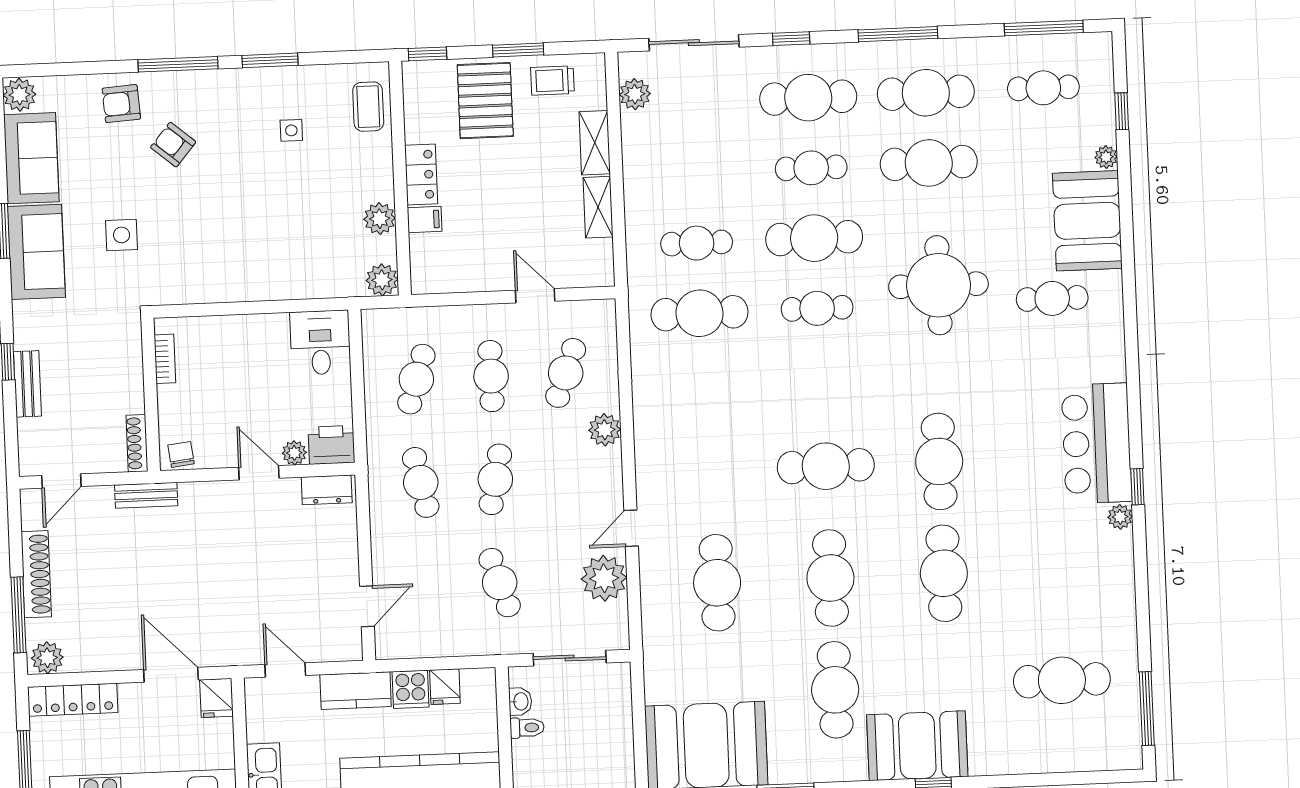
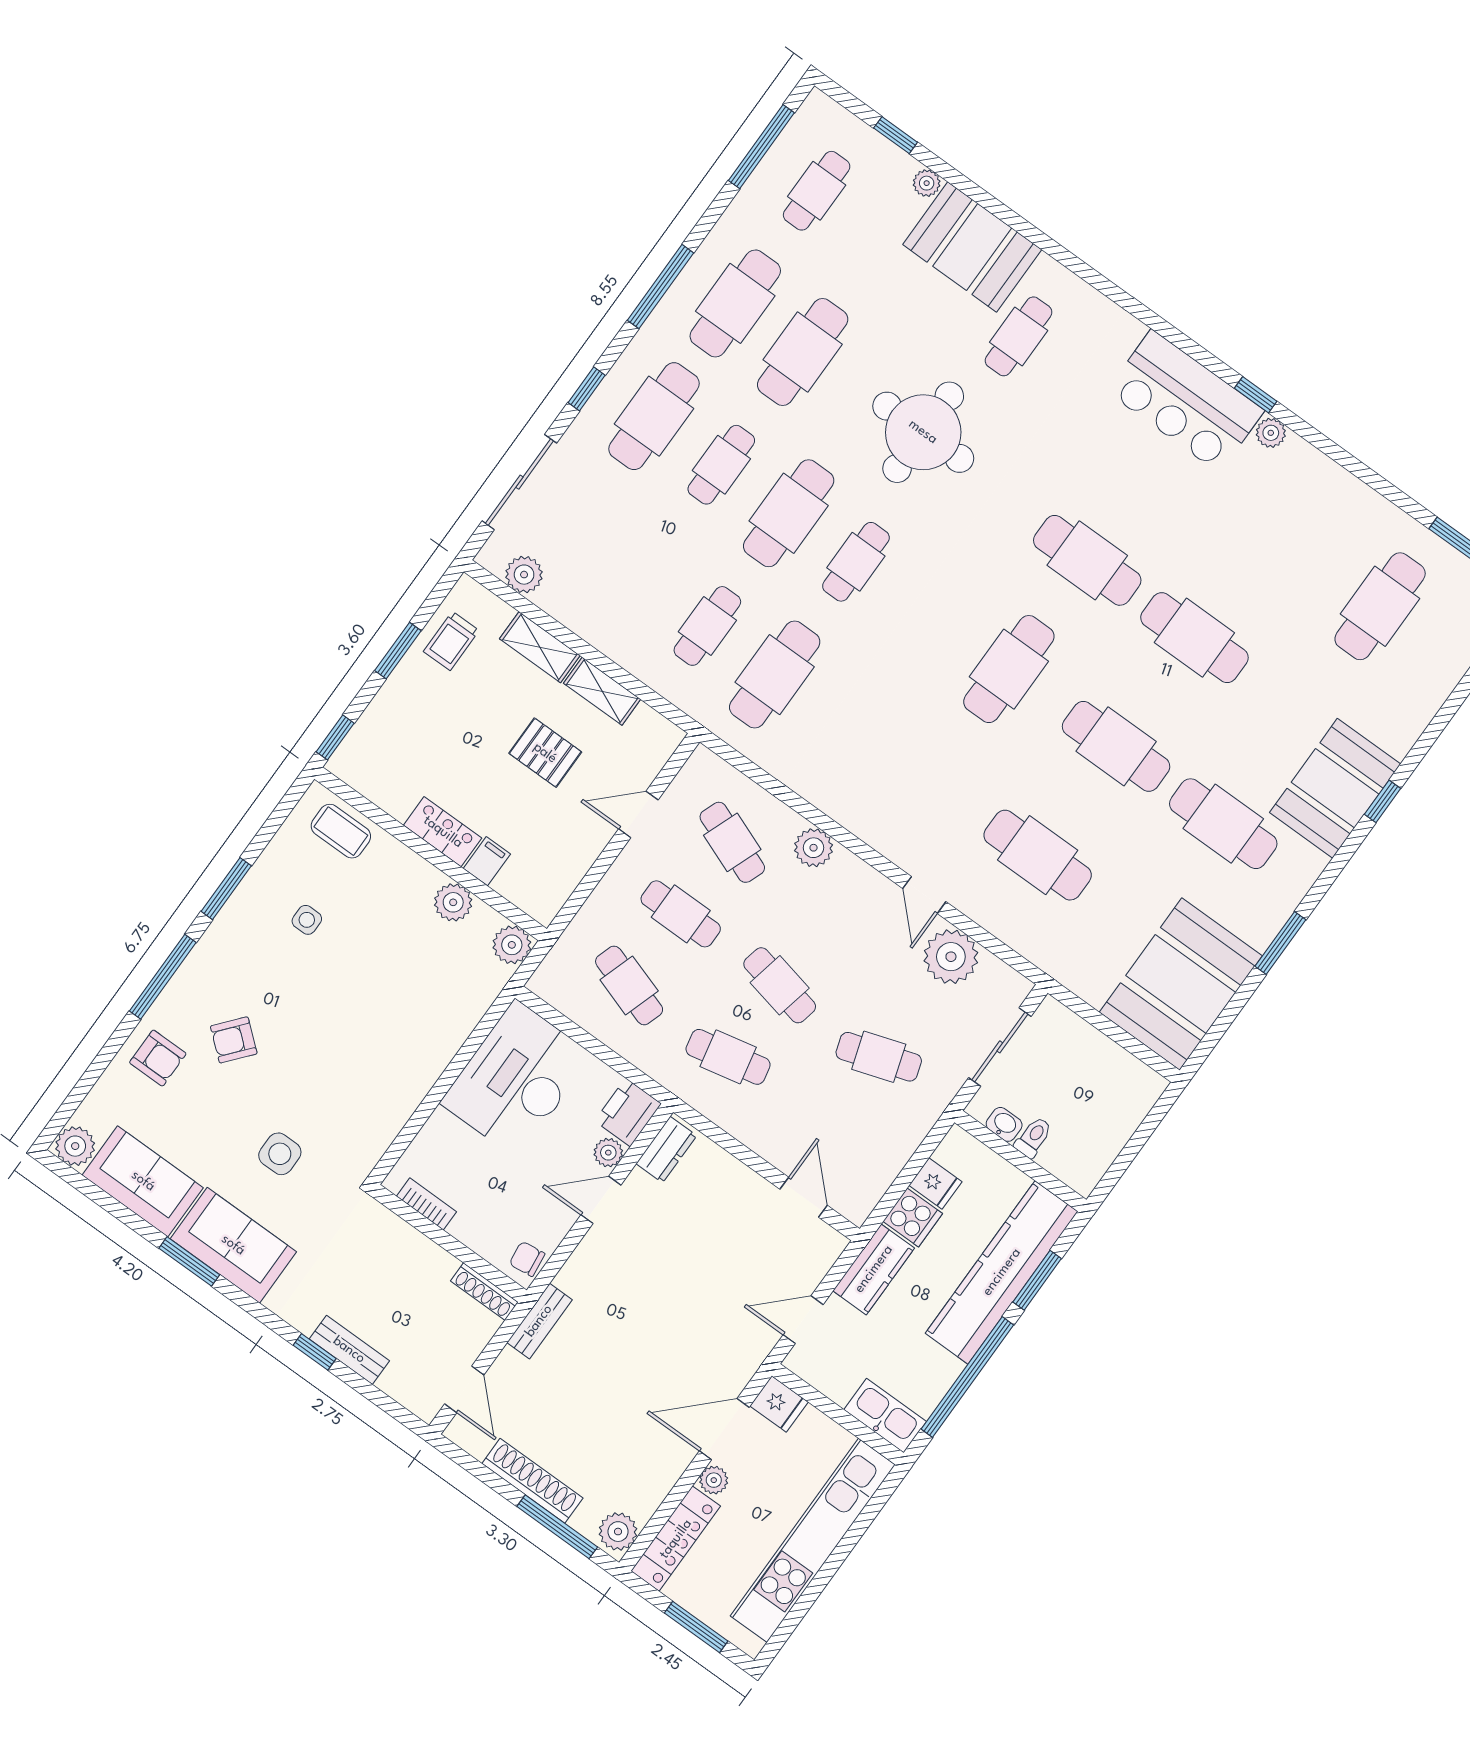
pallet: (485, 101) -> (545, 753), moved, width x0.67, depth x0.71
armchair: (121, 104) -> (158, 1058), turned -86
desk: (320, 343) -> (516, 1079), width x1.87, depth x1.30
plant: (132, 694) -> (714, 1480), added

